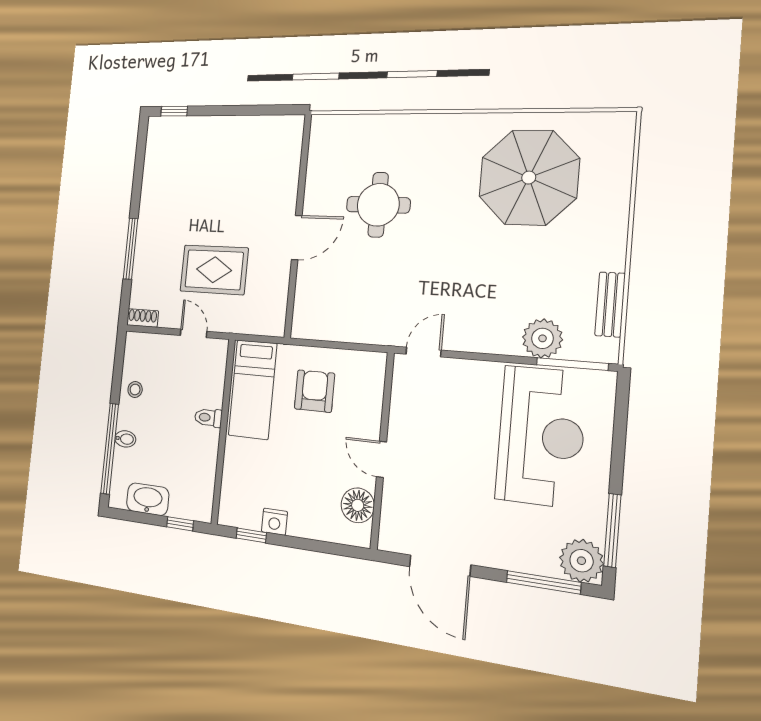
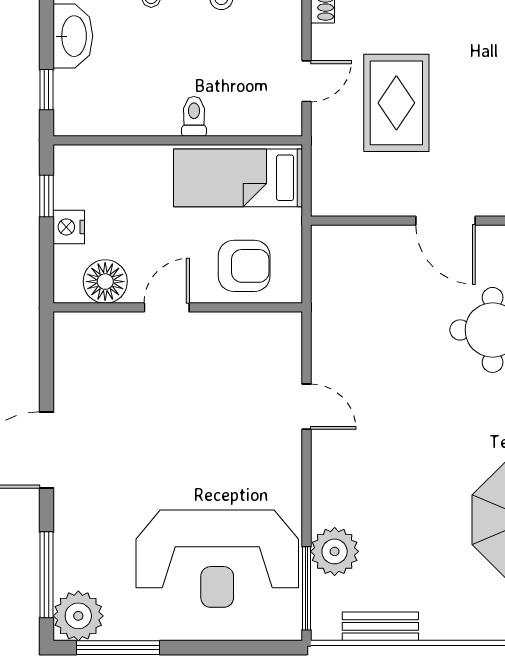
wall: (382, 450) -> (178, 307), moved
door: (381, 459) -> (167, 307), moved
floor lamp: (358, 505) -> (105, 282), moved

